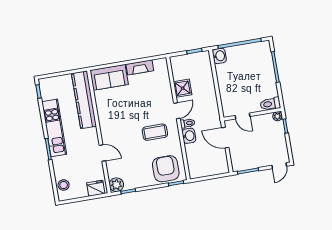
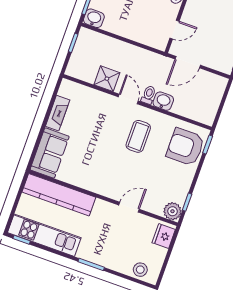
kitchen unit: (54, 128) -> (44, 235), moved

